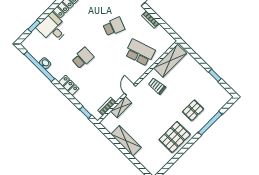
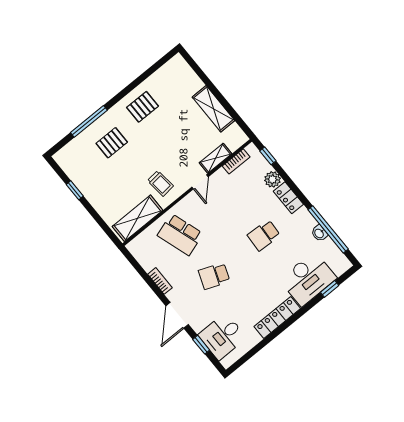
desk: (53, 28) -> (308, 279), width x1.37
plant: (81, 97) -> (272, 179), added
pallet: (175, 137) -> (143, 107), width x0.67, depth x0.71

